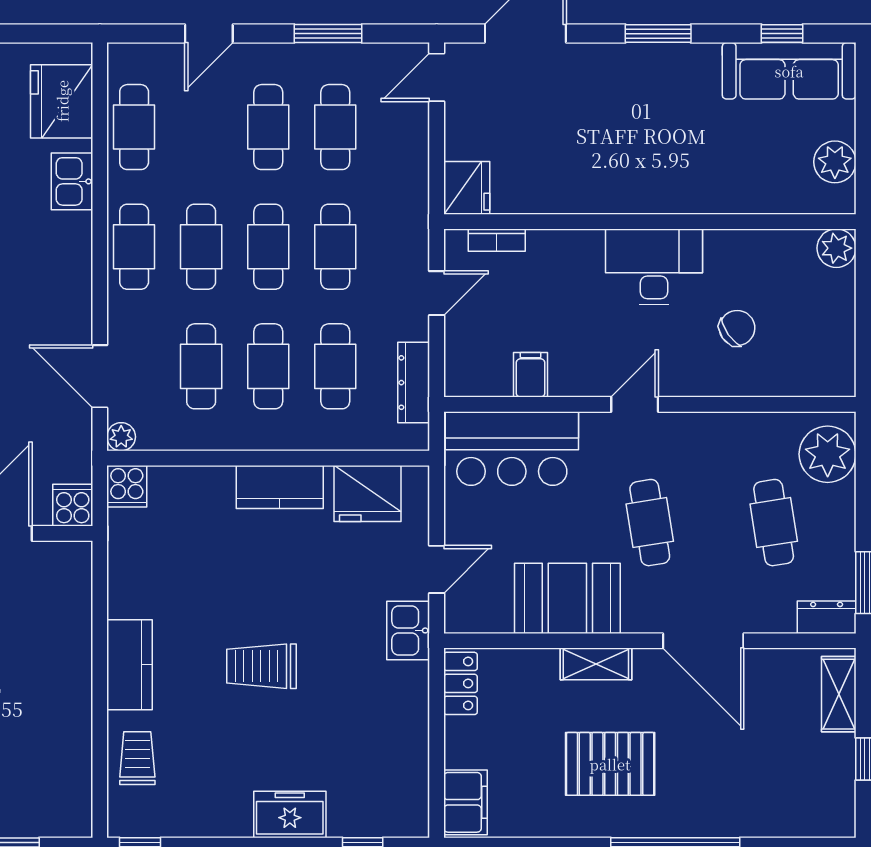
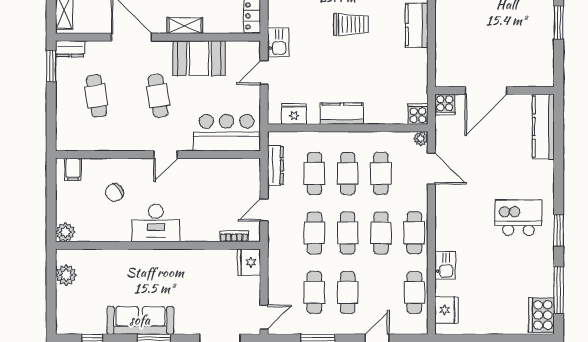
sofa: (789, 71) -> (140, 320), moved
fridge: (62, 101) -> (446, 310), width x0.73, depth x0.75
filing cabinet: (531, 375) -> (73, 169), moved
plant: (828, 454) -> (70, 130), removed
fridge: (367, 493) -> (294, 114), width x0.73, depth x0.75

